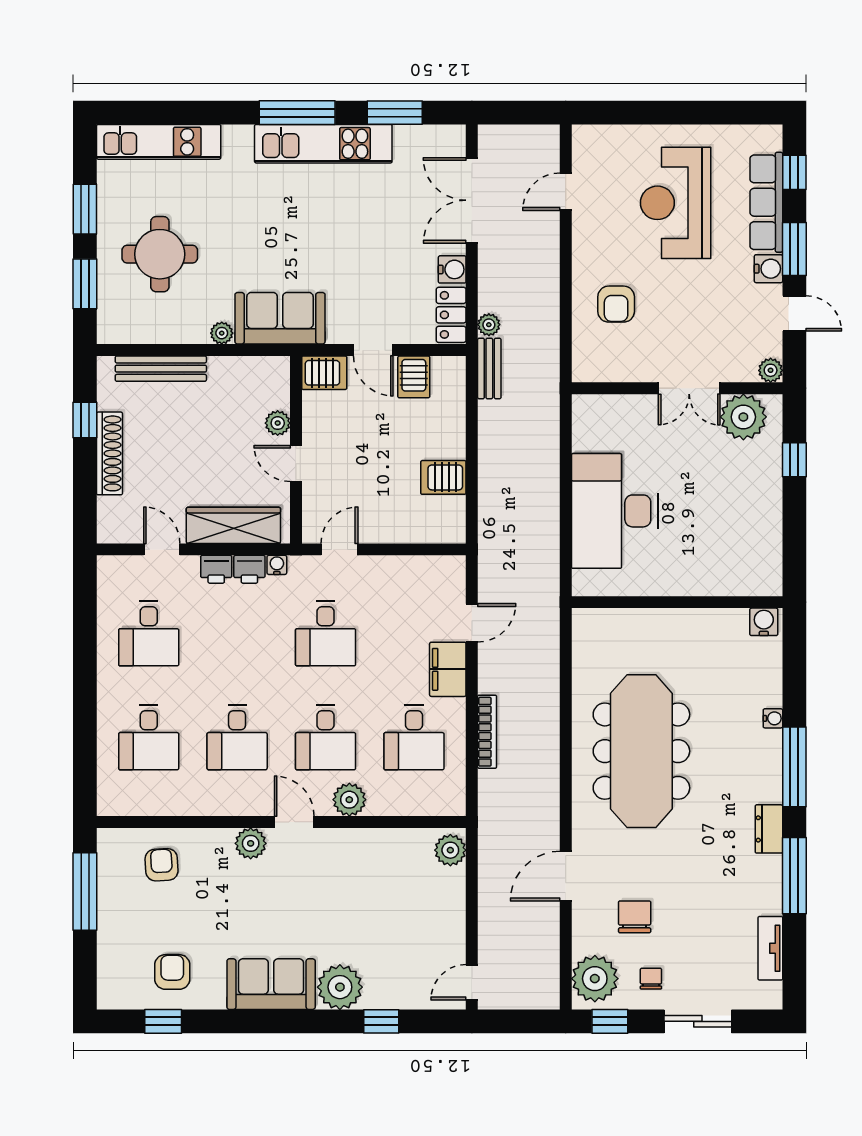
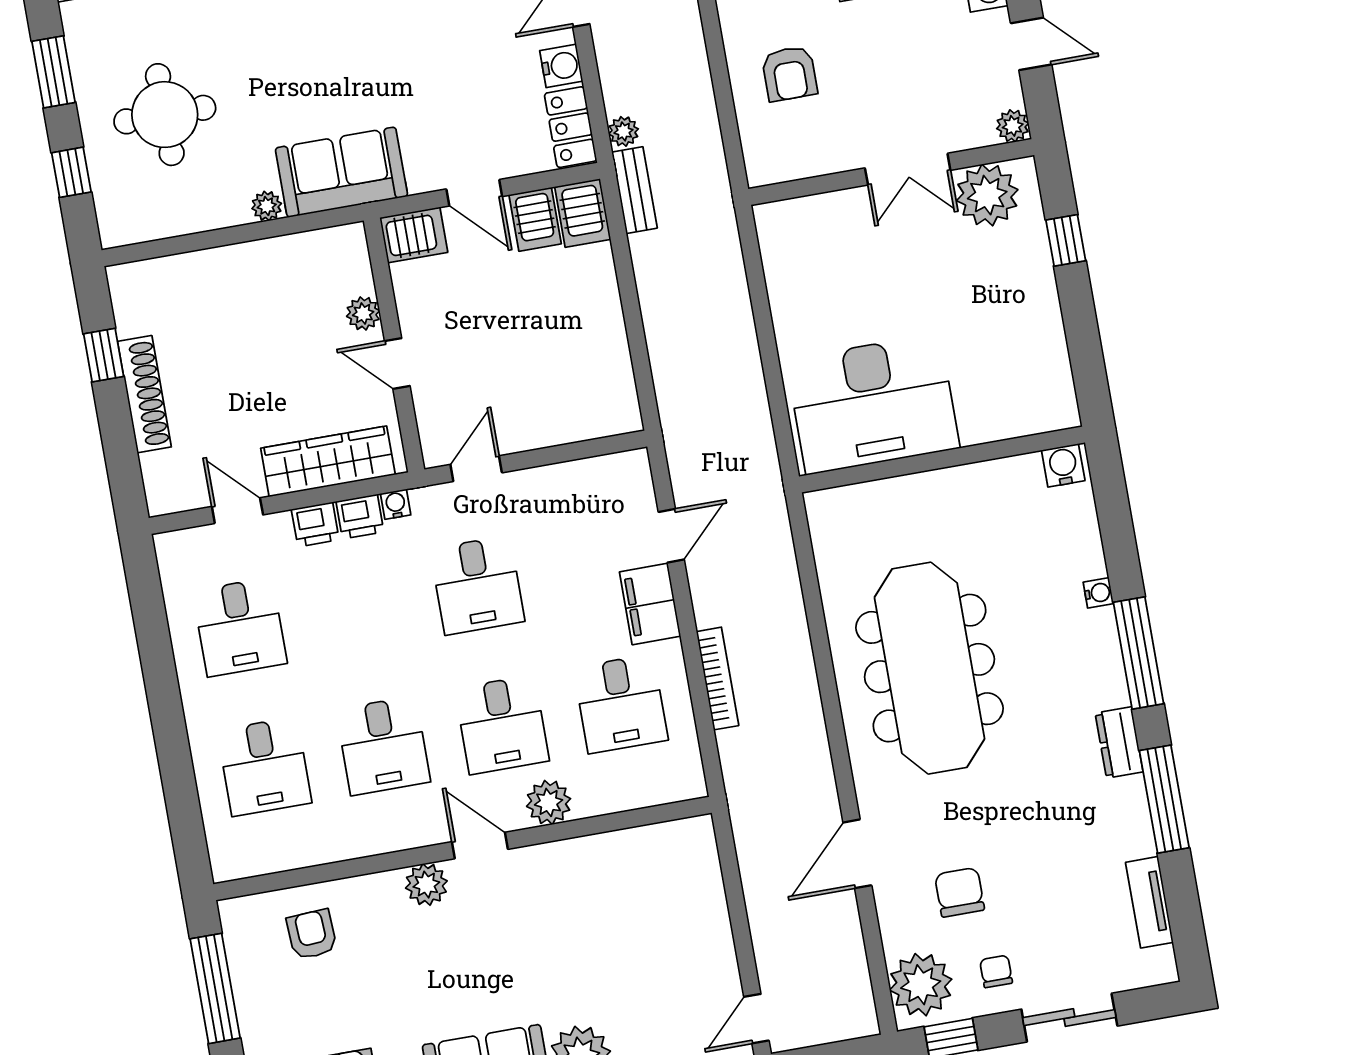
window: (85, 284) -> (71, 172), width x0.67
bench: (161, 369) -> (193, 268), removed
server rack: (443, 477) -> (583, 213), moved, turned -90
desk: (615, 511) -> (873, 404), moved, turned -90
plant: (450, 850) -> (696, 846), removed

